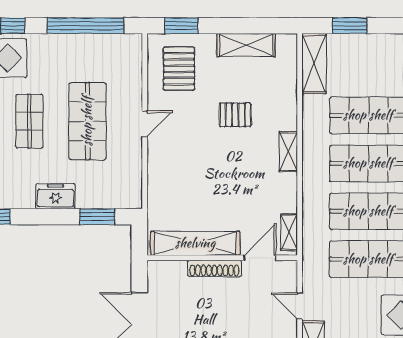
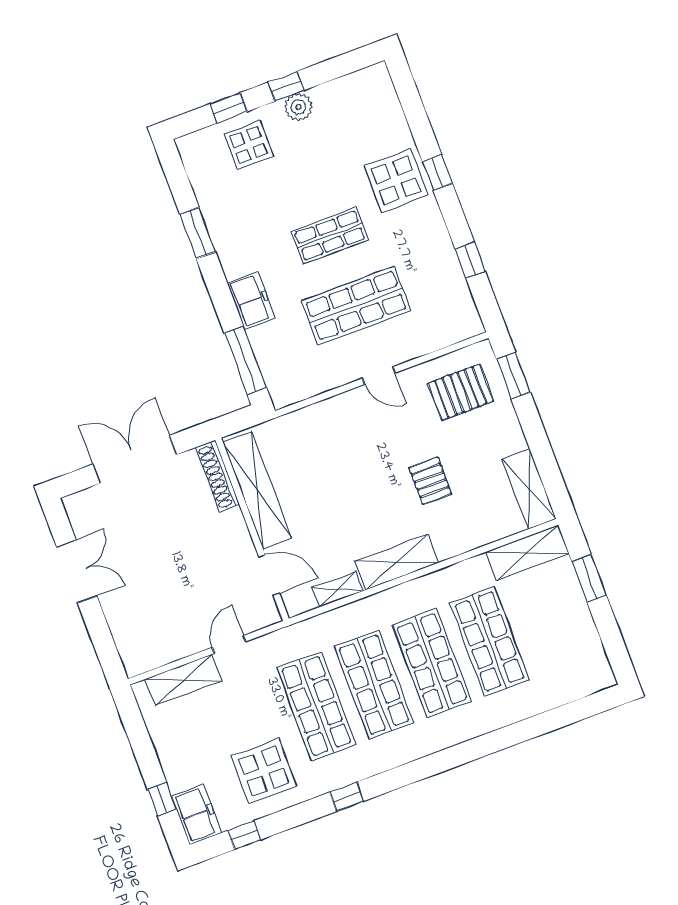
window: (85, 26) -> (470, 260), width x0.32
shelving: (246, 45) -> (529, 489), moved
shelving: (288, 152) -> (396, 562), width x1.50, depth x1.33
window: (97, 217) -> (245, 360), width x1.44
shelving: (289, 232) -> (338, 589), moved
shoe rack: (214, 268) -> (218, 476), moved

